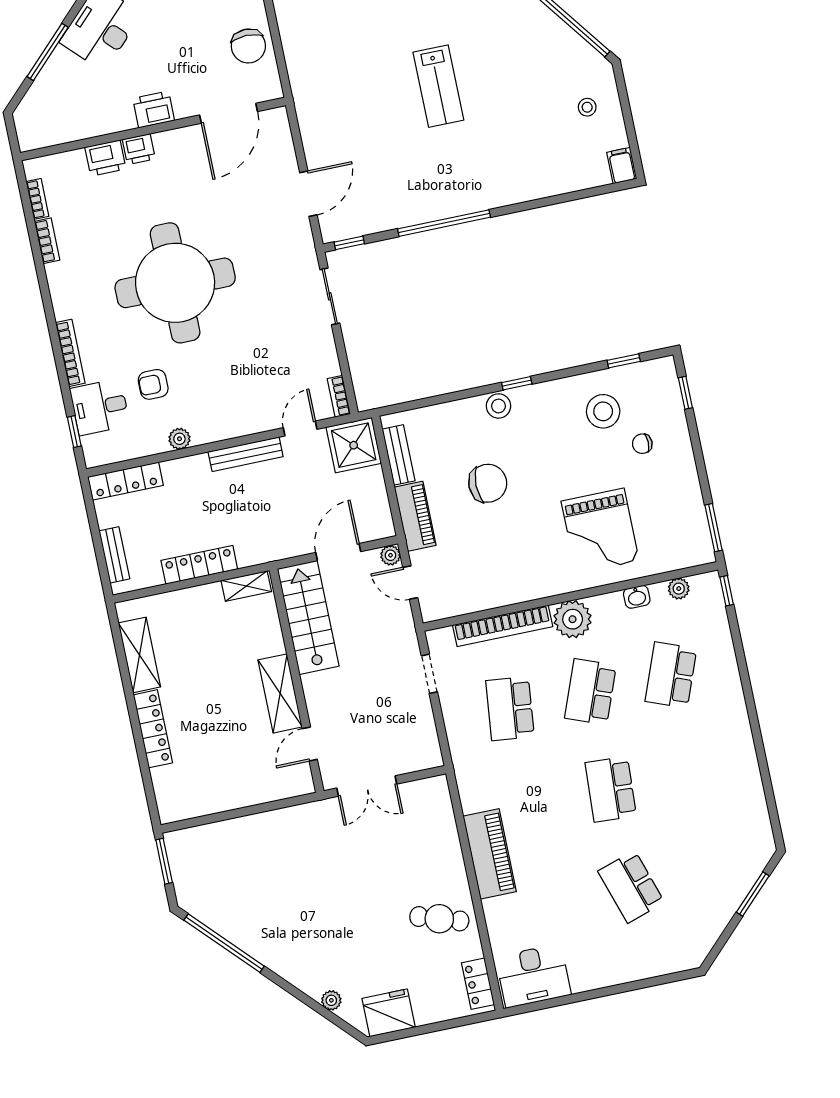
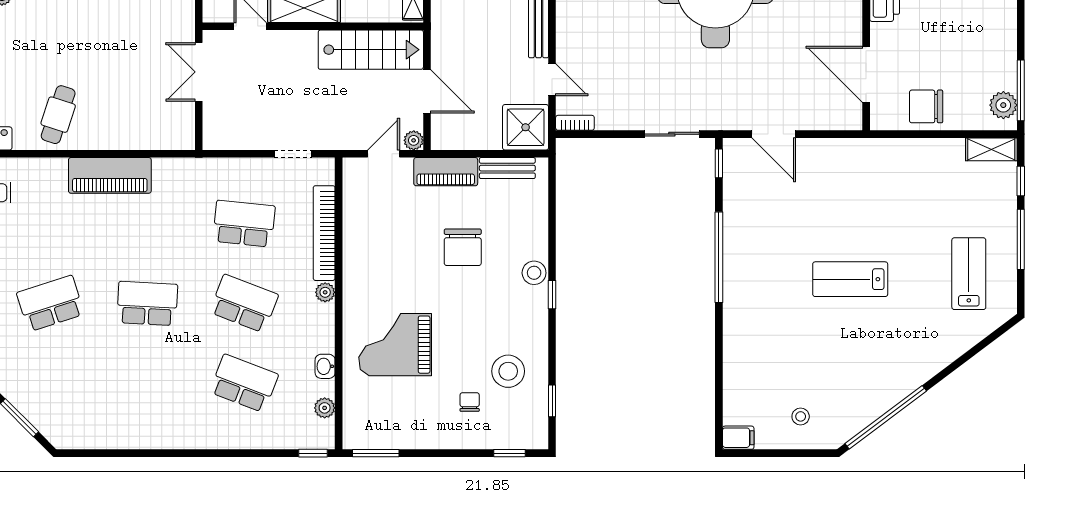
plant: (573, 619) -> (325, 292), width x0.53, depth x0.53

